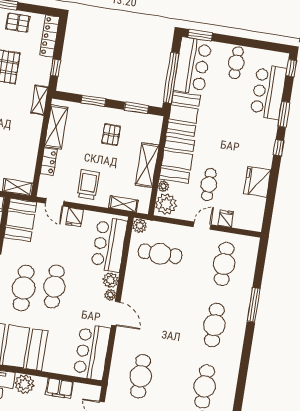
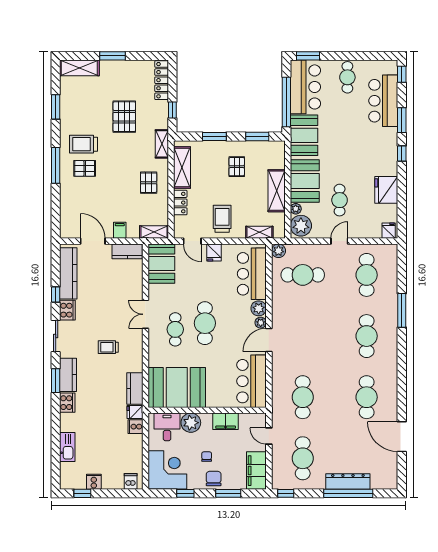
pallet: (18, 23) -> (149, 183), moved, turned 90
fridge: (226, 219) -> (389, 231), moved
cafe table: (24, 288) -> (175, 329), width x0.73, depth x0.74
door: (116, 314) -> (269, 340), swing flipped

